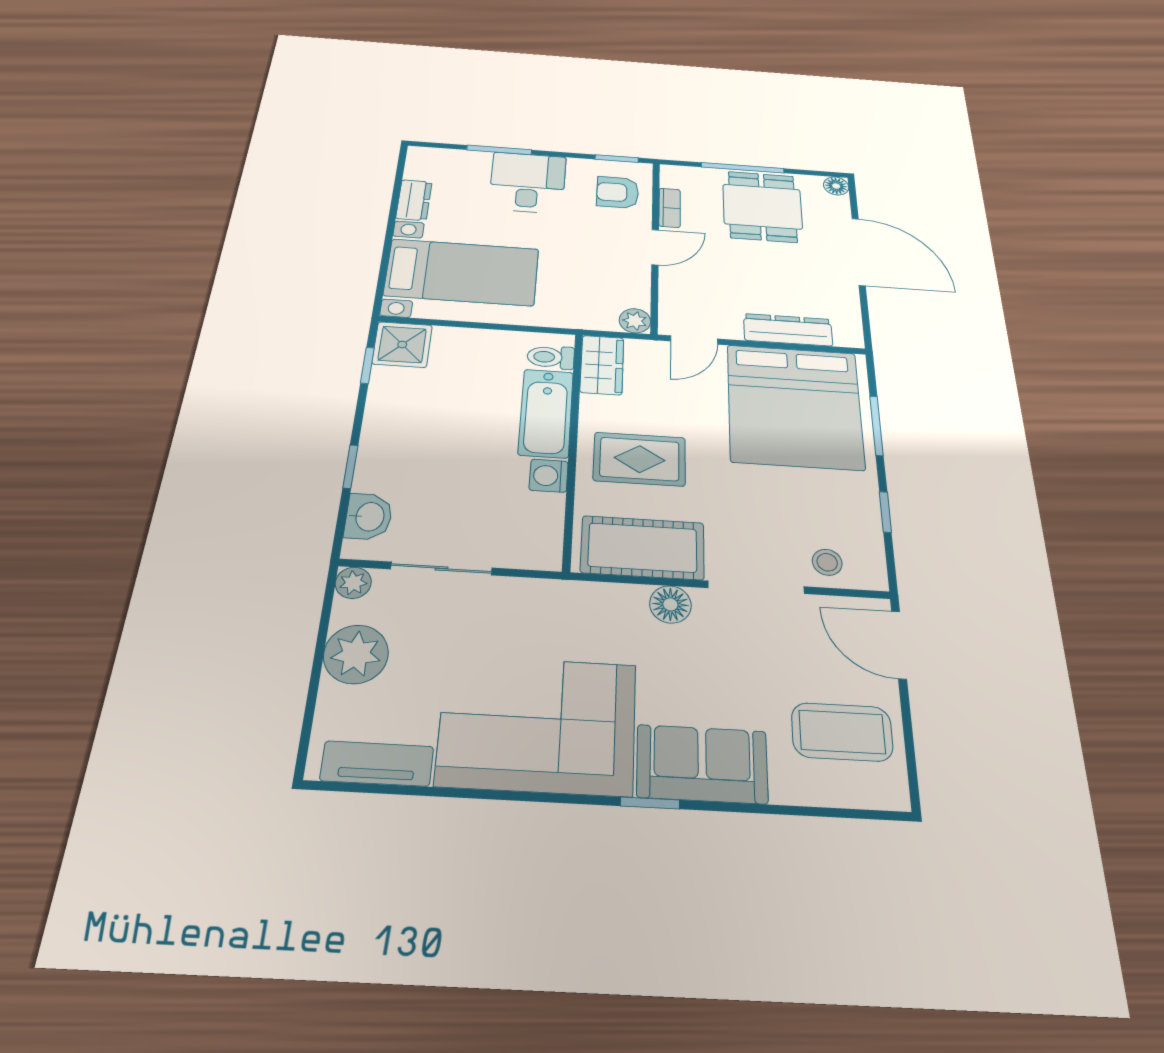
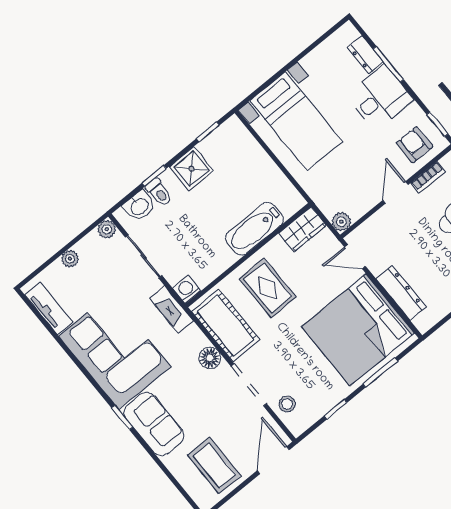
dresser: (414, 200) -> (365, 55), moved, turned 90
door: (655, 247) -> (395, 192), swing flipped
shower: (402, 345) -> (191, 169), moved
toilet: (551, 357) -> (159, 192), moved, turned 180
washing machine: (549, 476) -> (187, 289), moved
fireplace: (552, 596) -> (172, 309), added
plant: (356, 654) -> (70, 259), width x0.53, depth x0.53

